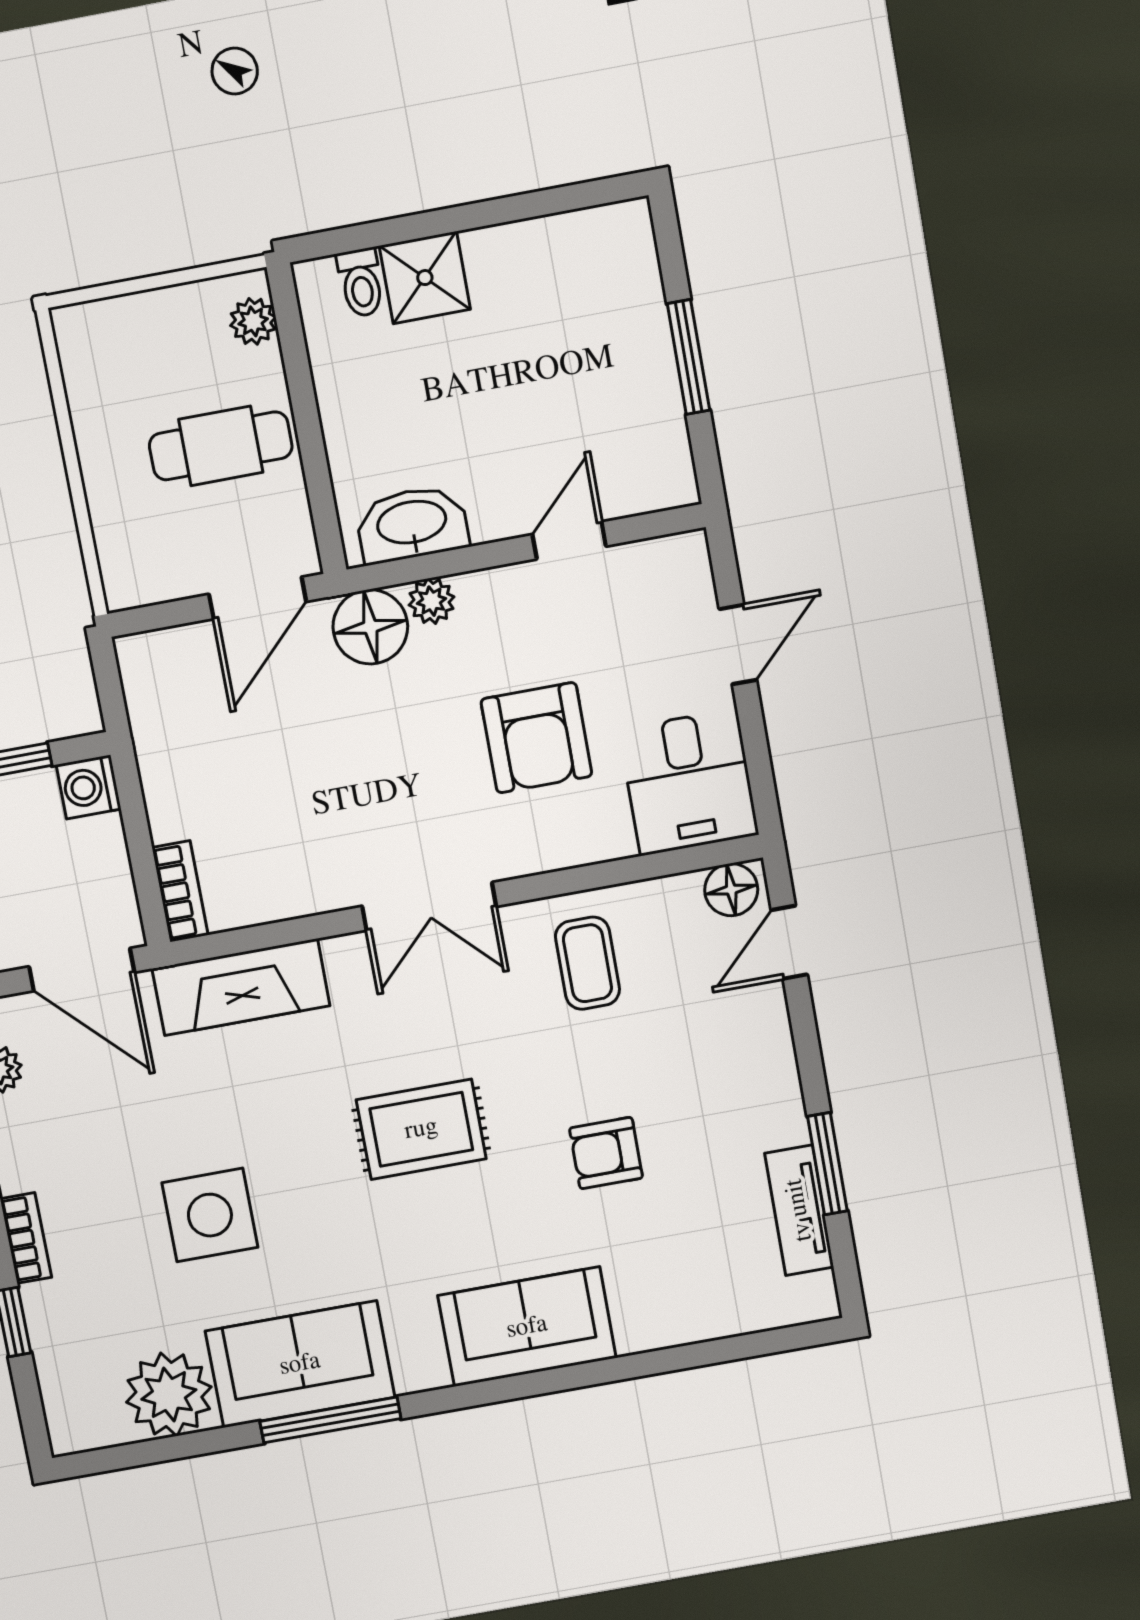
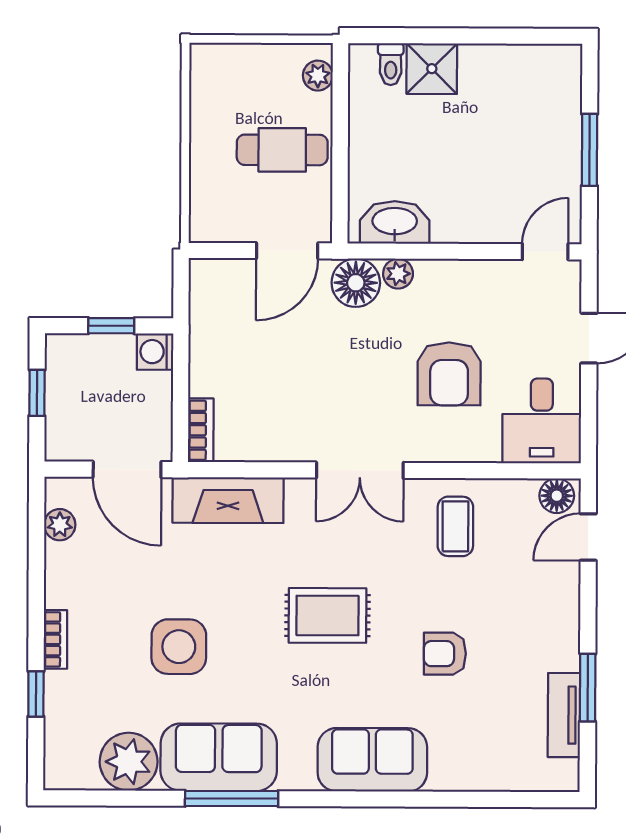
door: (569, 540) -> (545, 252), moved

